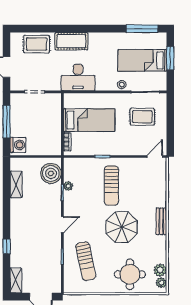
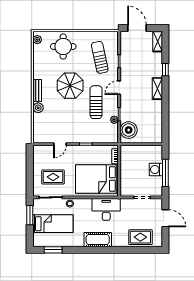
window: (142, 29) -> (53, 250), width x0.69
cot: (71, 41) -> (98, 240), moved
window: (170, 58) -> (30, 215), moved
bed: (89, 120) -> (97, 179), width x1.50
washing machine: (18, 145) -> (156, 169), moved
door: (155, 156) -> (60, 144), moved
shelving: (16, 184) -> (157, 89), moved
sun lounger: (111, 186) -> (96, 102), moved
plant: (160, 270) -> (38, 108), moved

